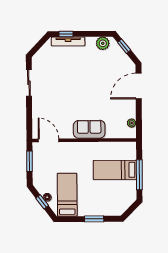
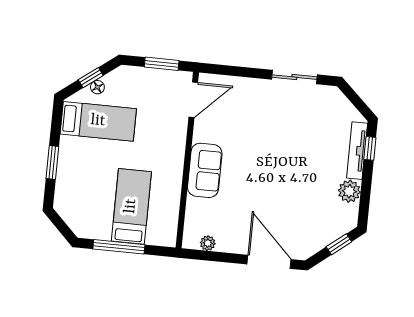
plant: (103, 43) -> (349, 191), moved

